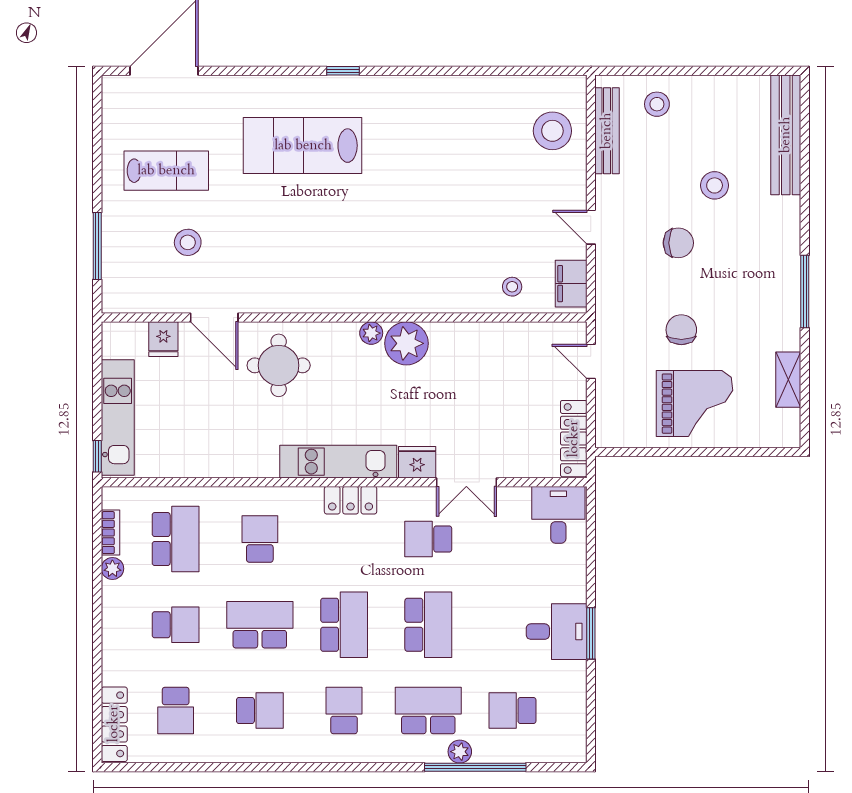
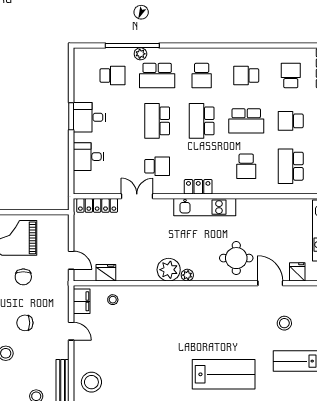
locker: (574, 439) -> (97, 205), moved, turned 90
fridge: (417, 462) -> (106, 273), moved, turned 180
desk: (558, 515) -> (88, 157), moved, turned 90

